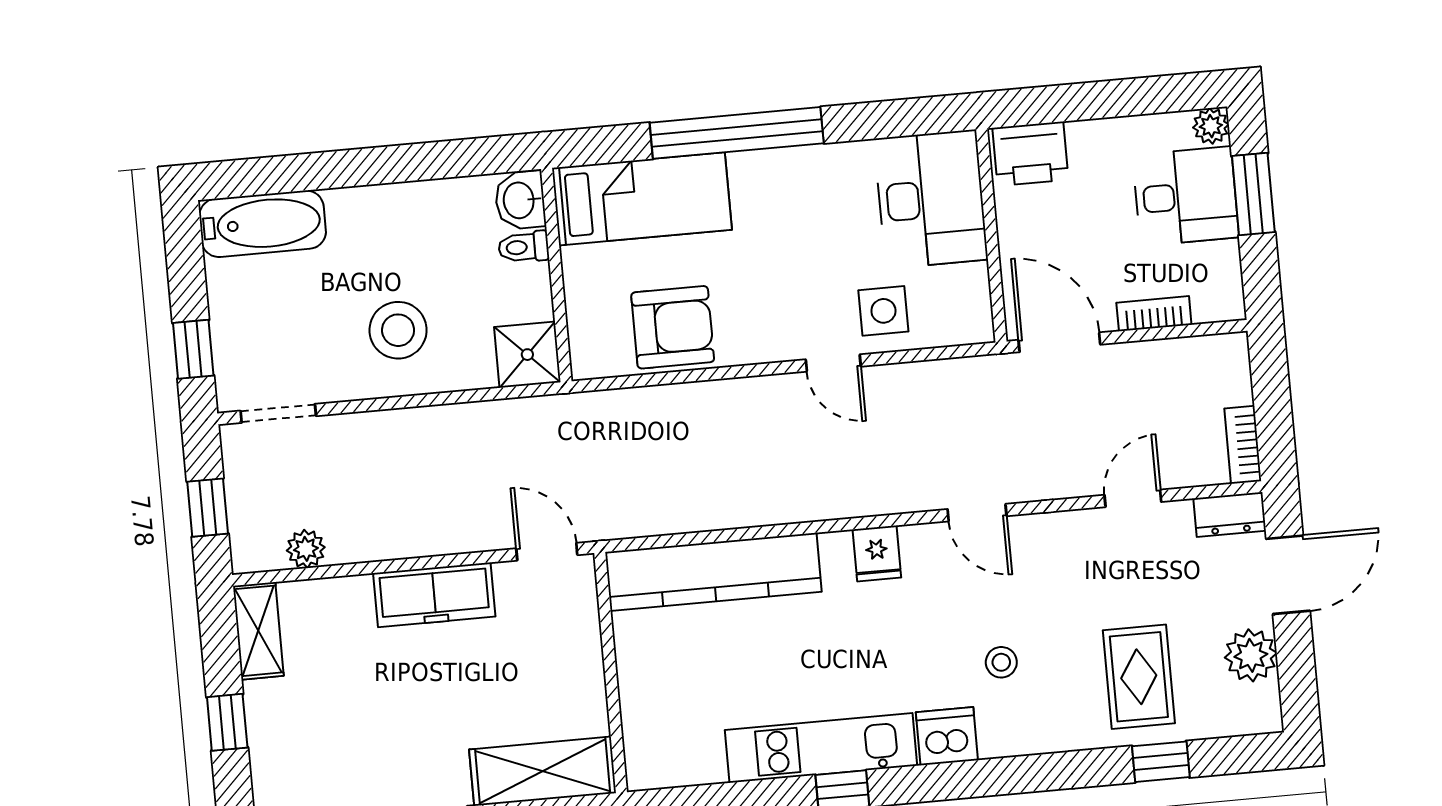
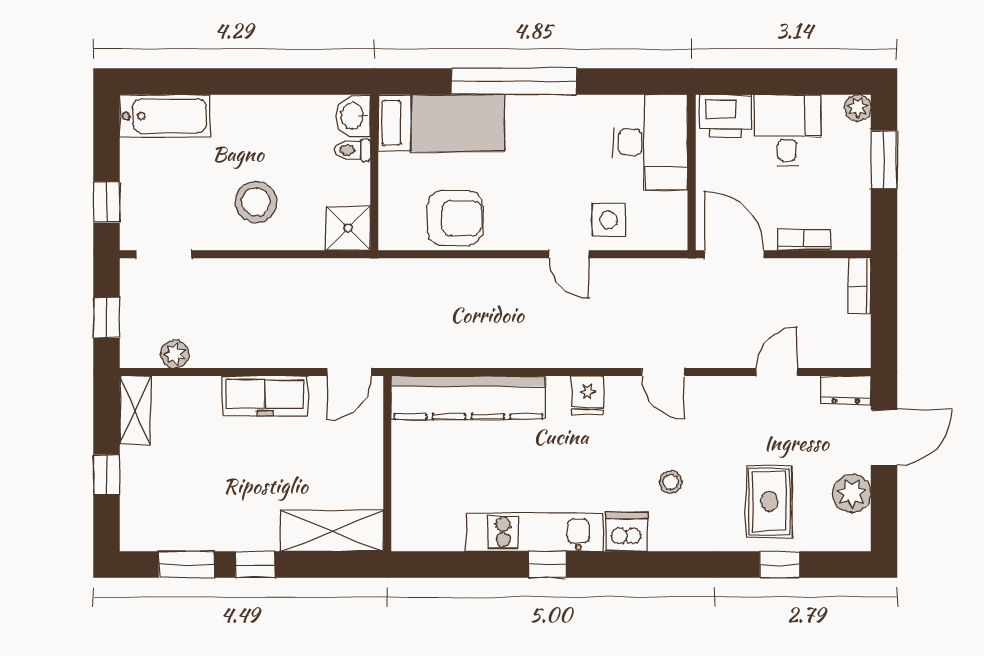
desk: (1186, 196) -> (787, 131), moved, turned -90
bookcase: (1243, 445) -> (860, 286), moved
door: (547, 552) -> (349, 372), swing flipped

